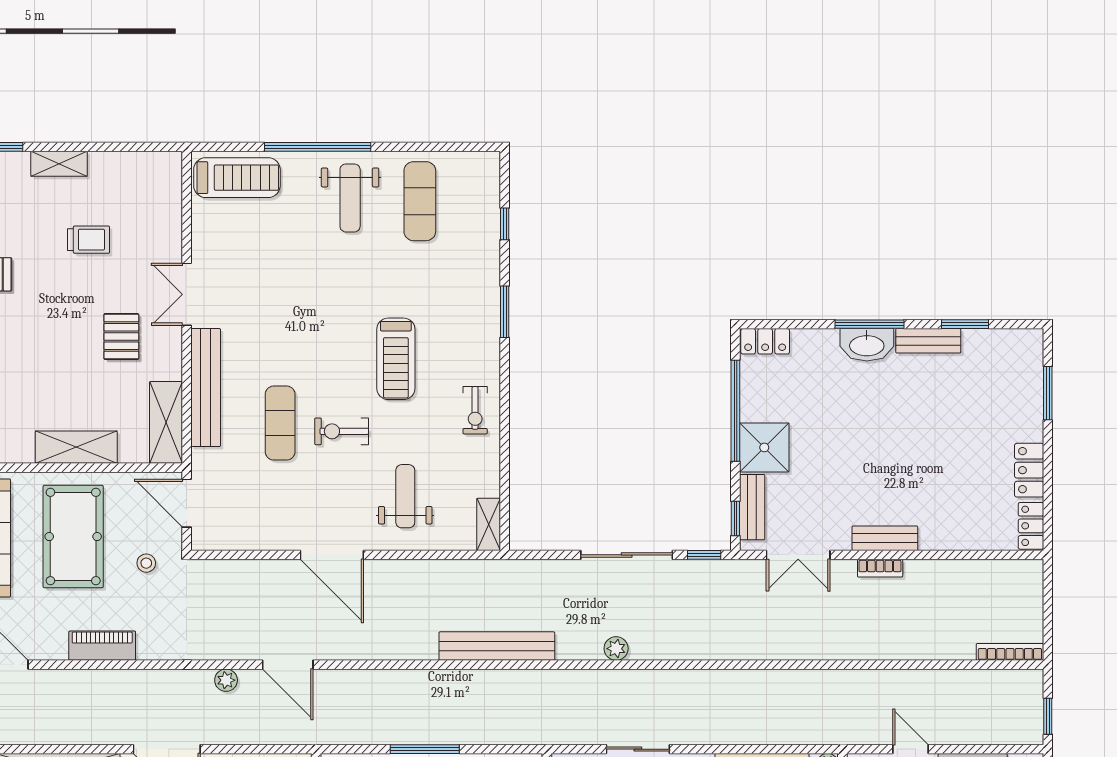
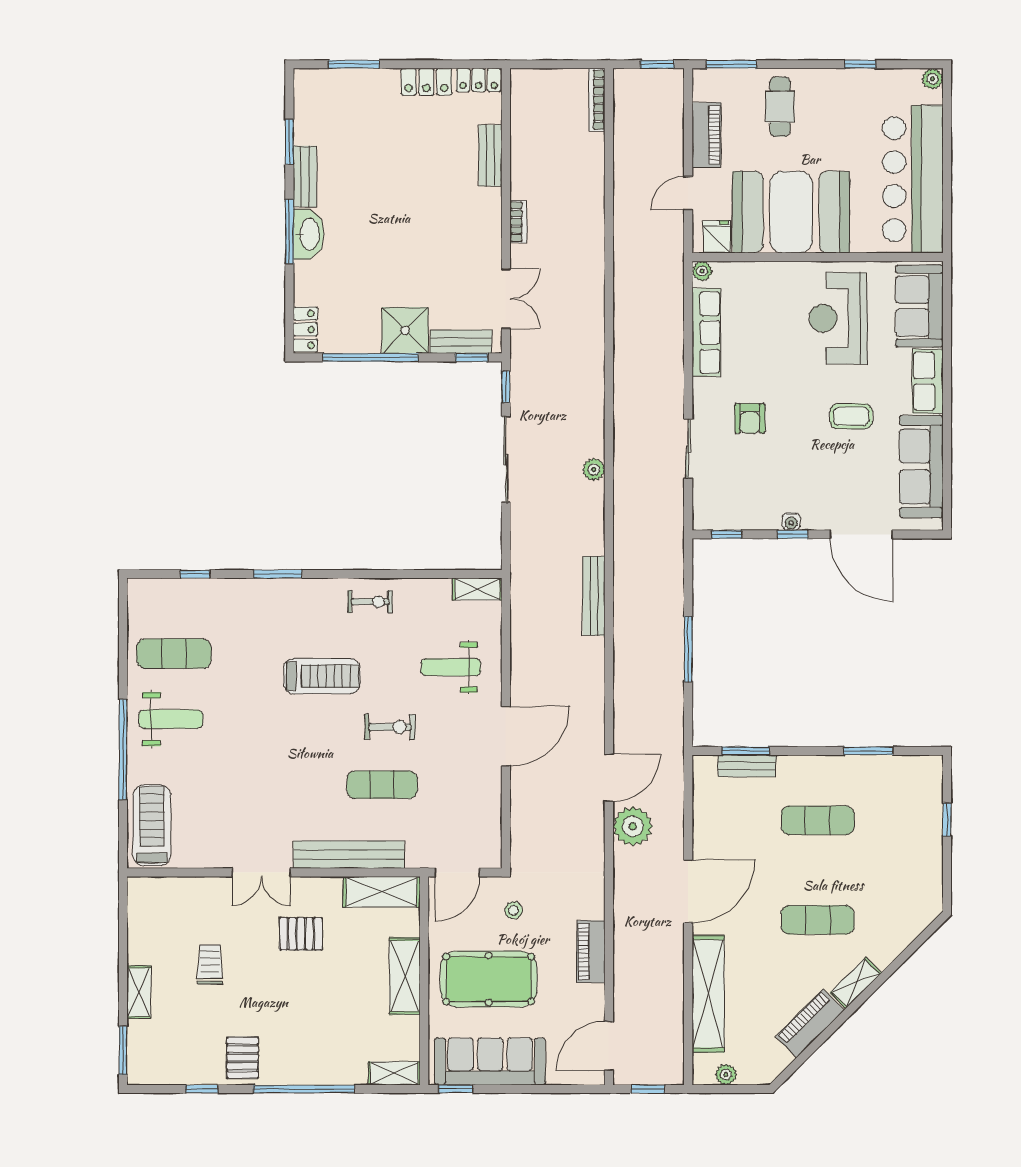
exercise bike: (342, 431) -> (390, 727), turned -90
bench: (885, 538) -> (490, 156), moved
bench: (497, 646) -> (594, 596), width x0.73, depth x0.82
plant: (226, 680) -> (633, 826), width x1.88, depth x1.88

